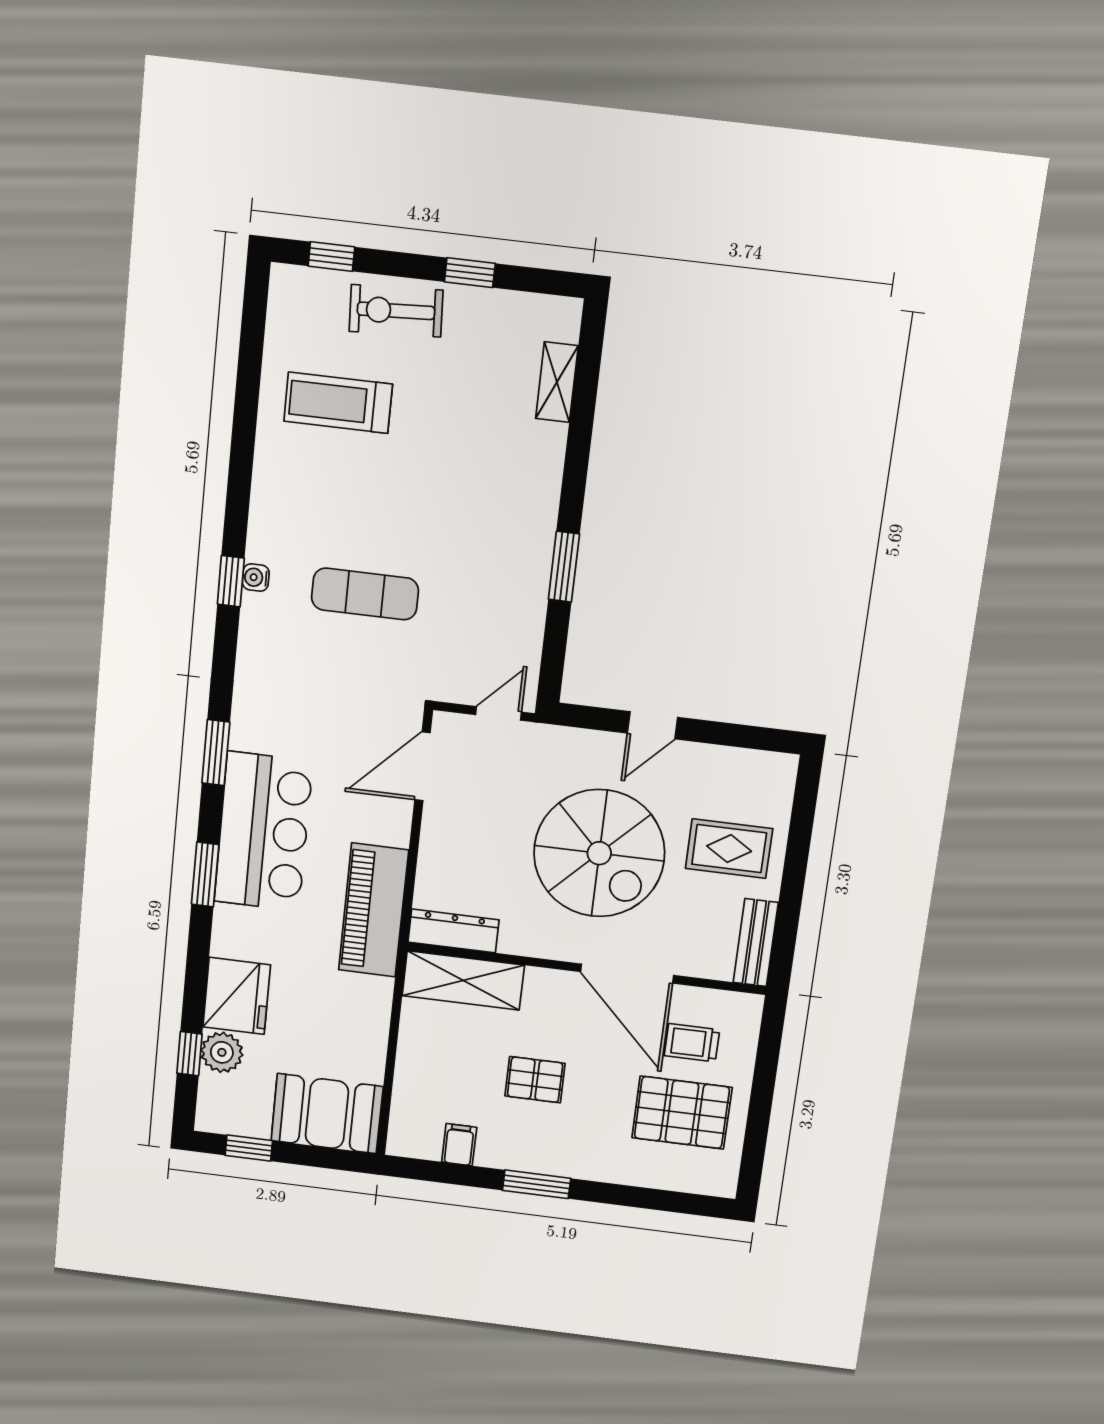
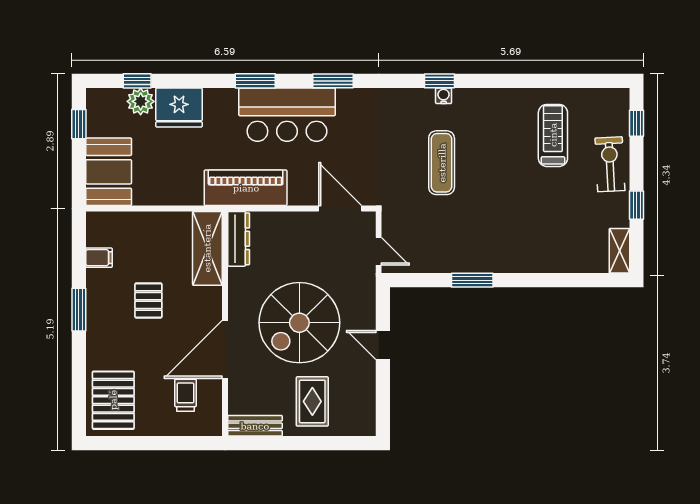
shelving: (557, 382) -> (619, 251), moved, turned 90
pallet: (682, 1113) -> (113, 400), moved

